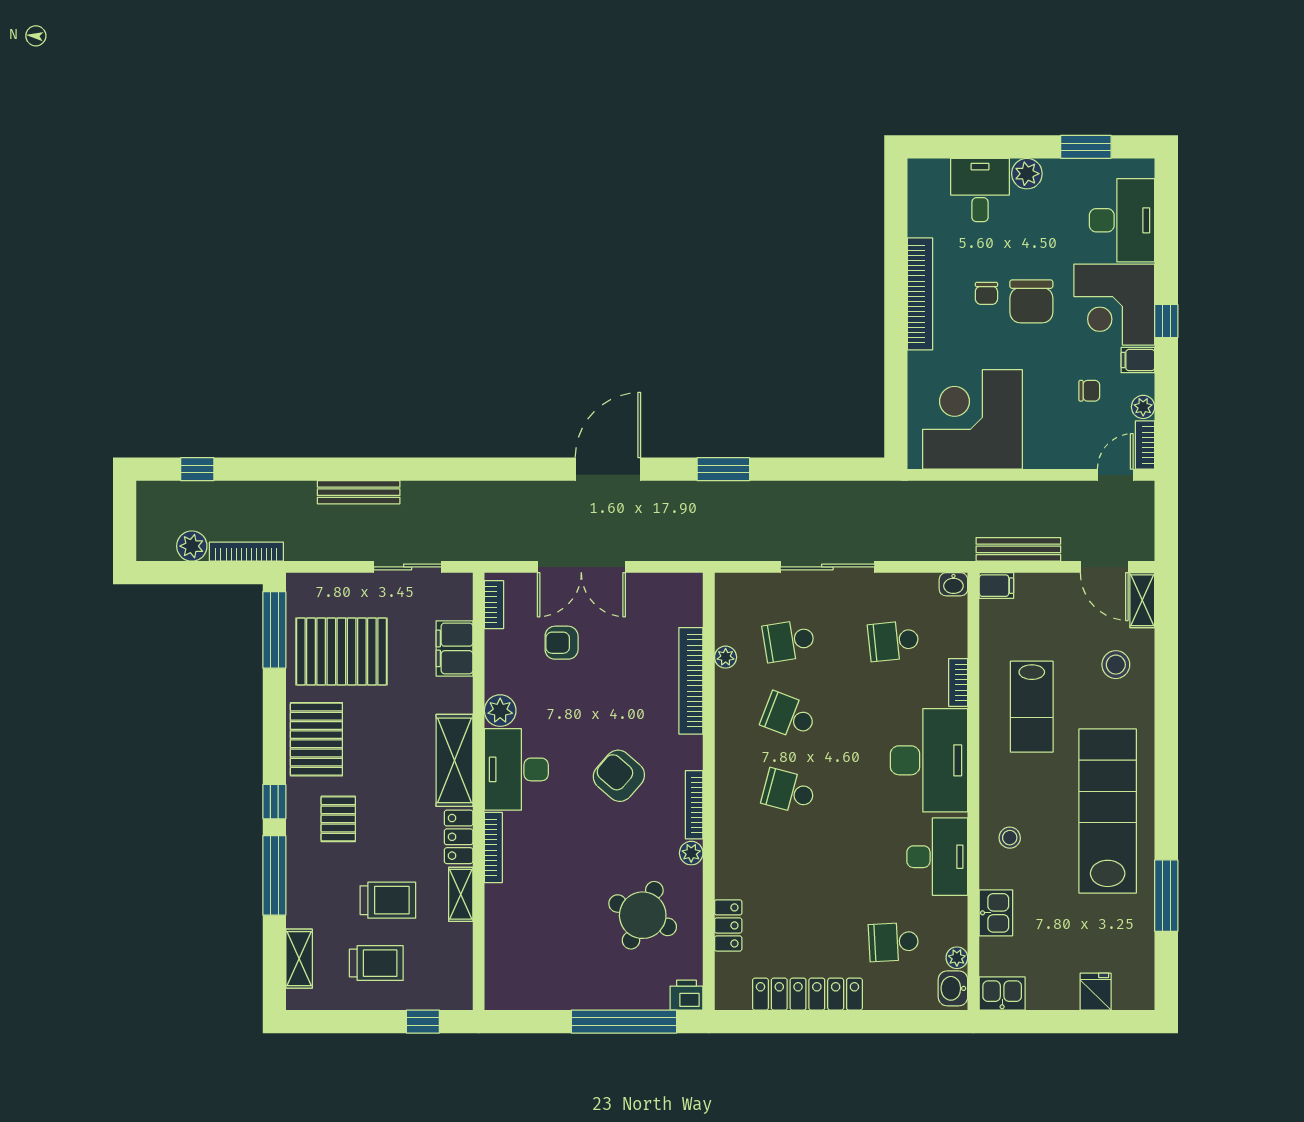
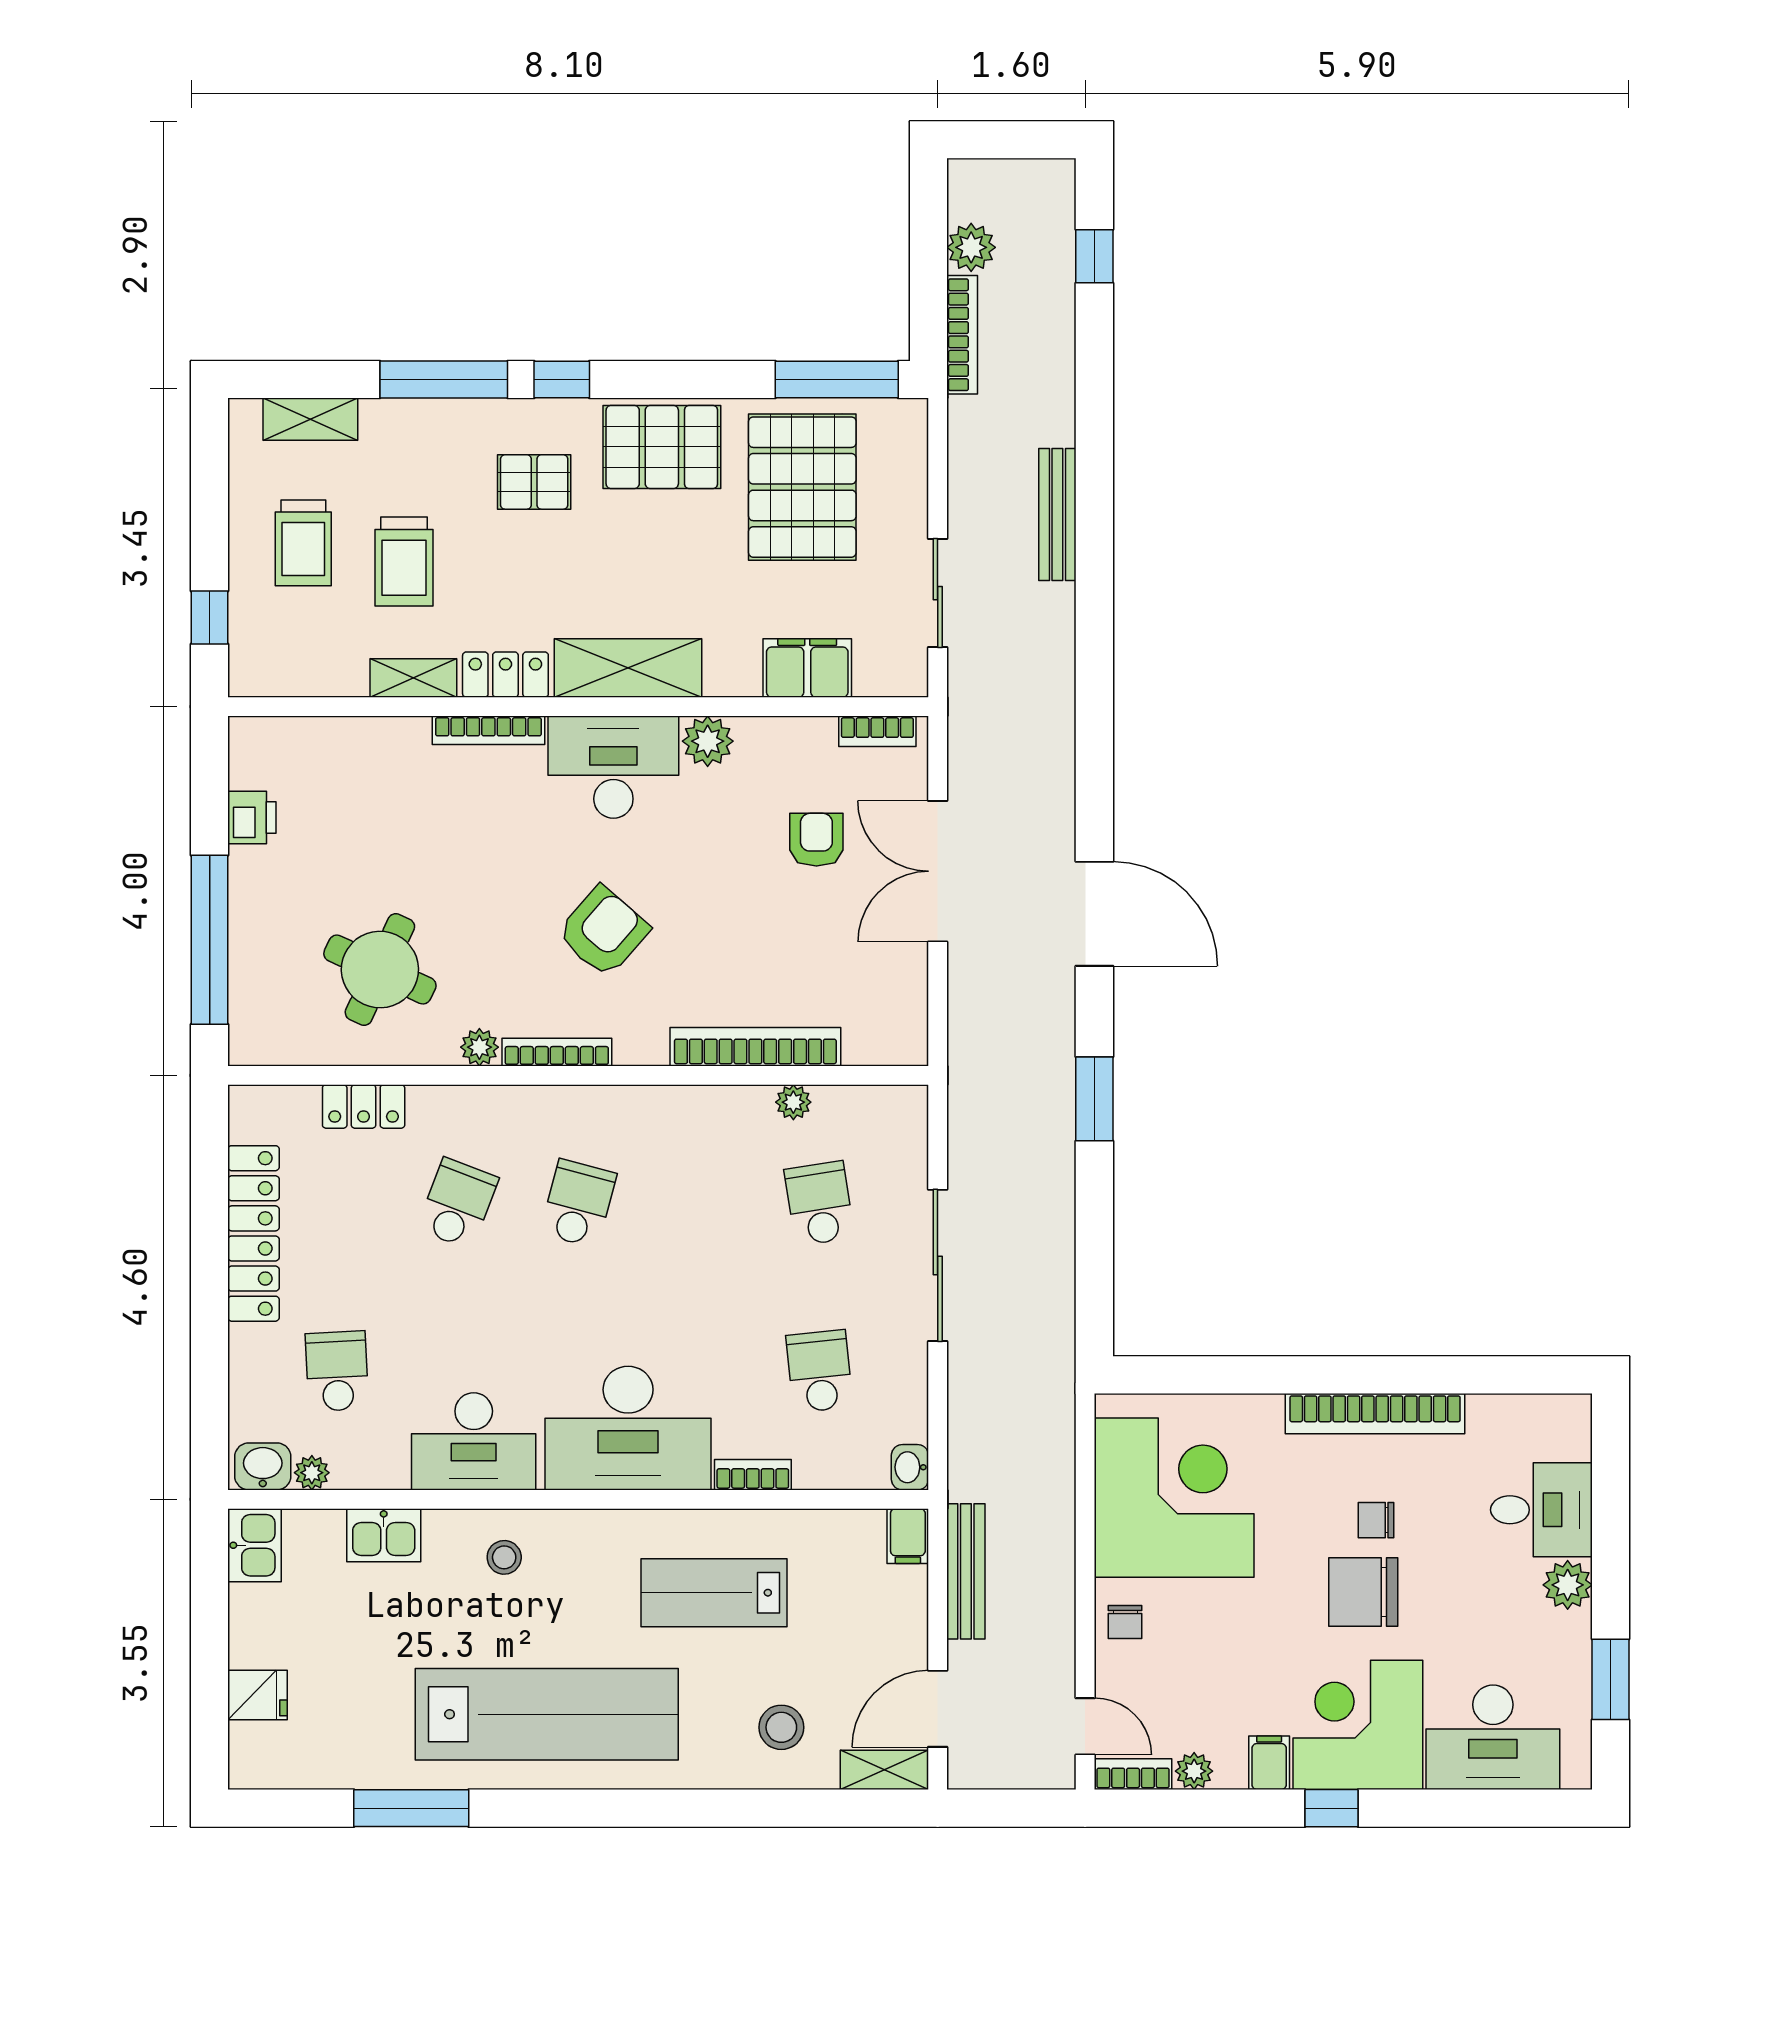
chair: (1089, 391) -> (1125, 1622), moved
school desk: (789, 716) -> (458, 1203), moved
printer: (687, 995) -> (252, 818), moved

